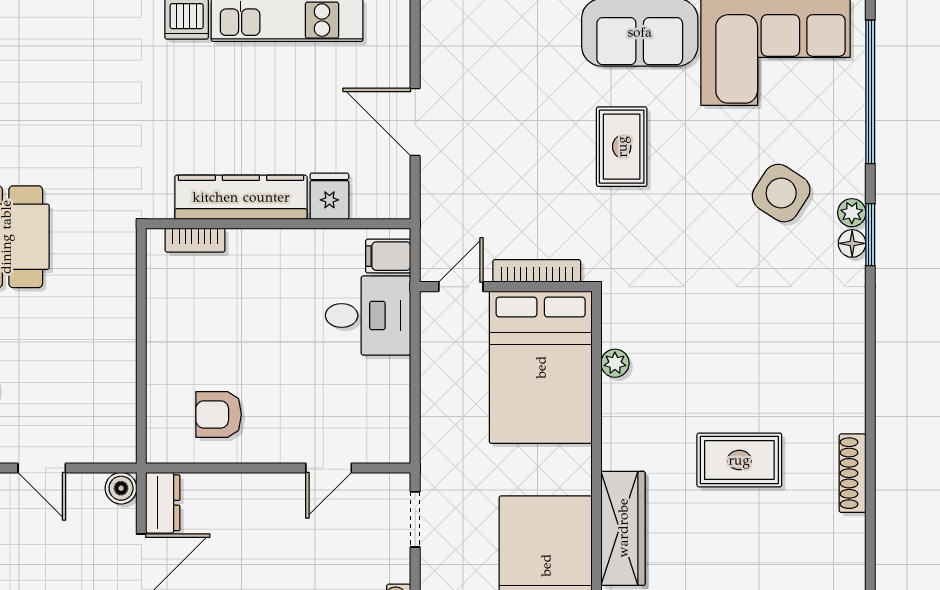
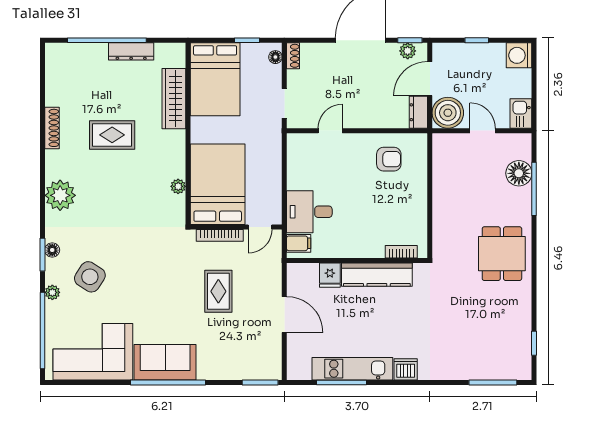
rug: (622, 147) -> (218, 291), moved
plant: (852, 213) -> (52, 292), moved
plant: (837, 346) -> (60, 195), added
boiler: (121, 488) -> (448, 113), width x1.86, depth x1.86

